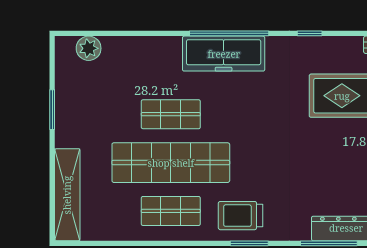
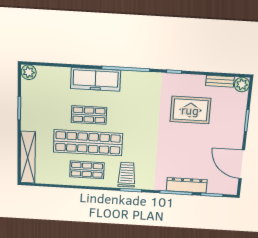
plant: (89, 48) -> (29, 72), moved
freezer: (224, 54) -> (96, 79), moved
trolley: (241, 216) -> (127, 175), turned 90

